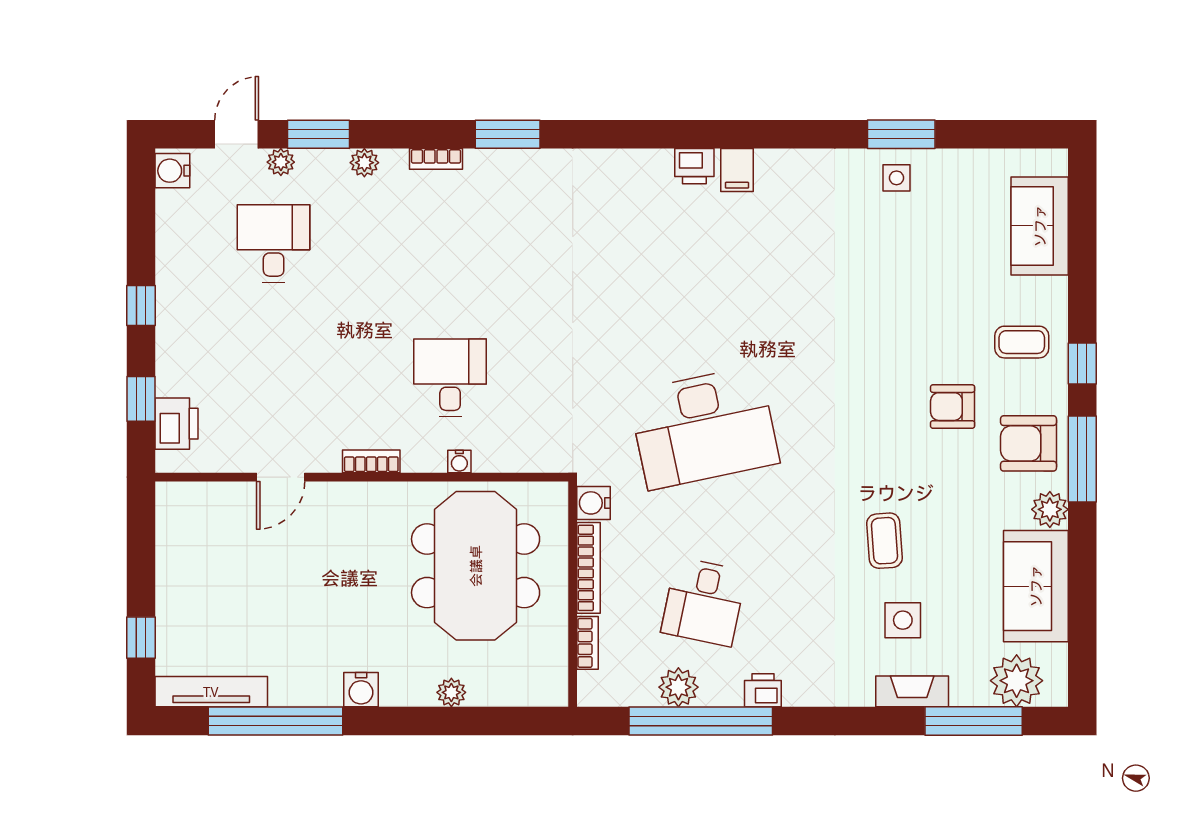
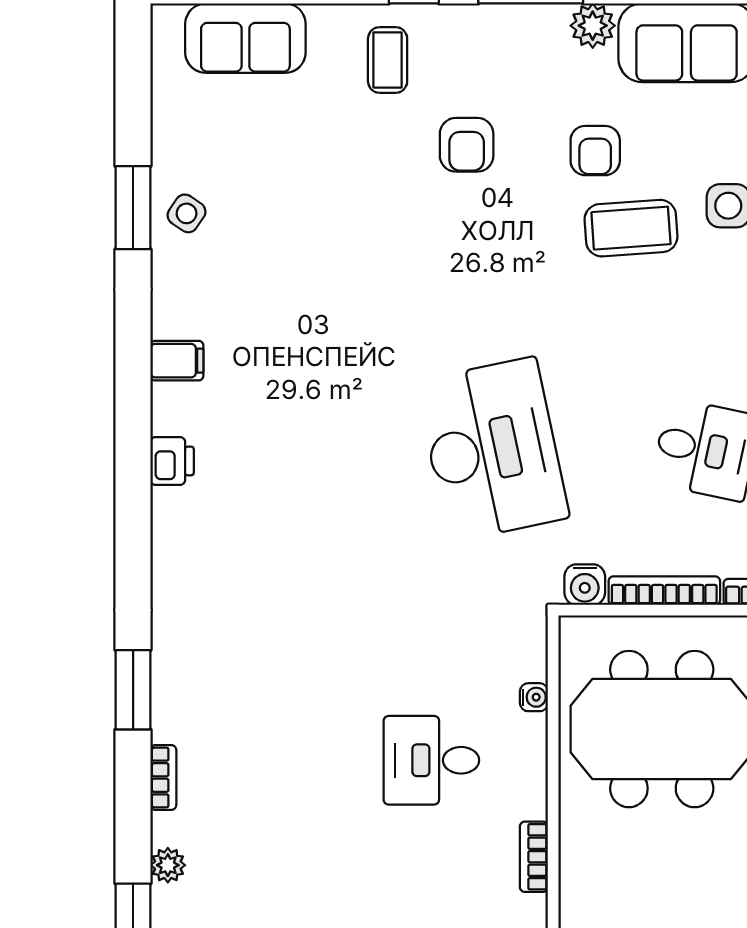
filing cabinet: (737, 170) -> (177, 361), moved
side table: (897, 178) -> (187, 213), turned 34
armchair: (1029, 443) -> (595, 151), moved, width x0.72, depth x0.72
water cooler: (459, 461) -> (534, 697), moved
coffee table: (885, 541) -> (631, 228), width x1.36, depth x1.30

